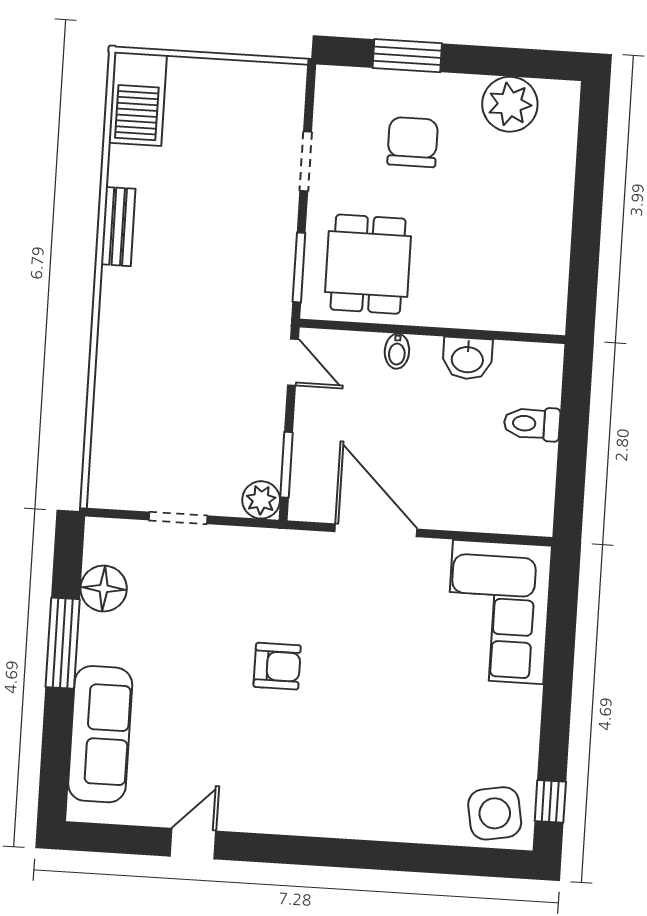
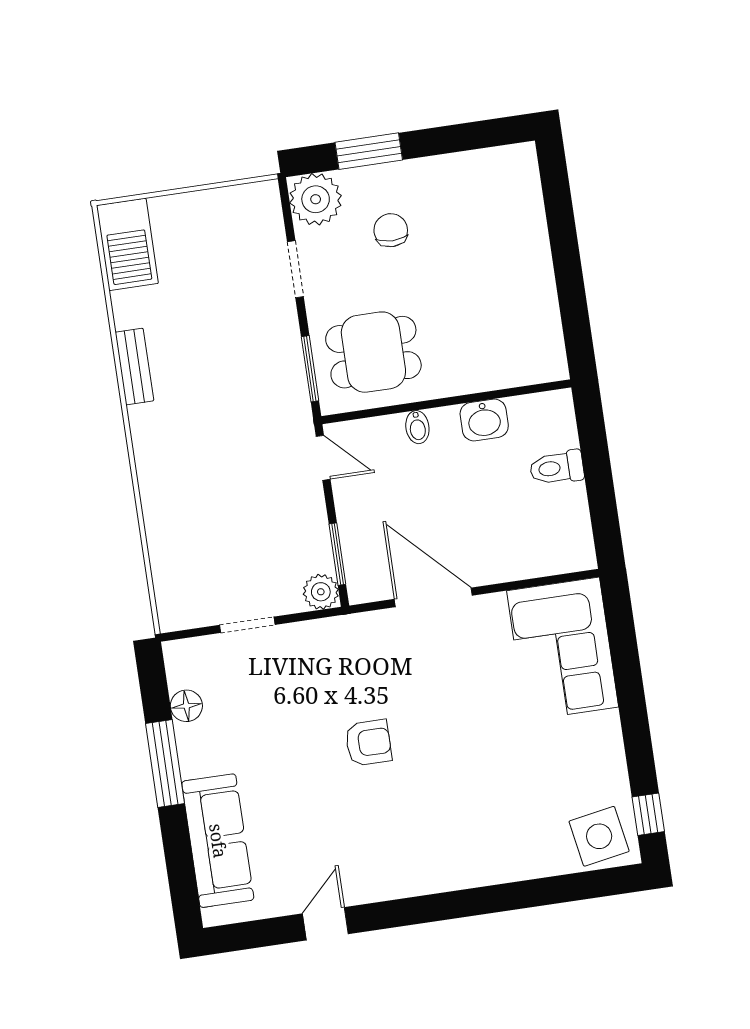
plant: (510, 104) -> (316, 199), moved
chair: (413, 142) -> (391, 230), width x0.73, depth x0.73
dining table: (368, 264) -> (373, 352), turned 90
floor lamp: (104, 589) -> (186, 706), width x0.73, depth x0.73

